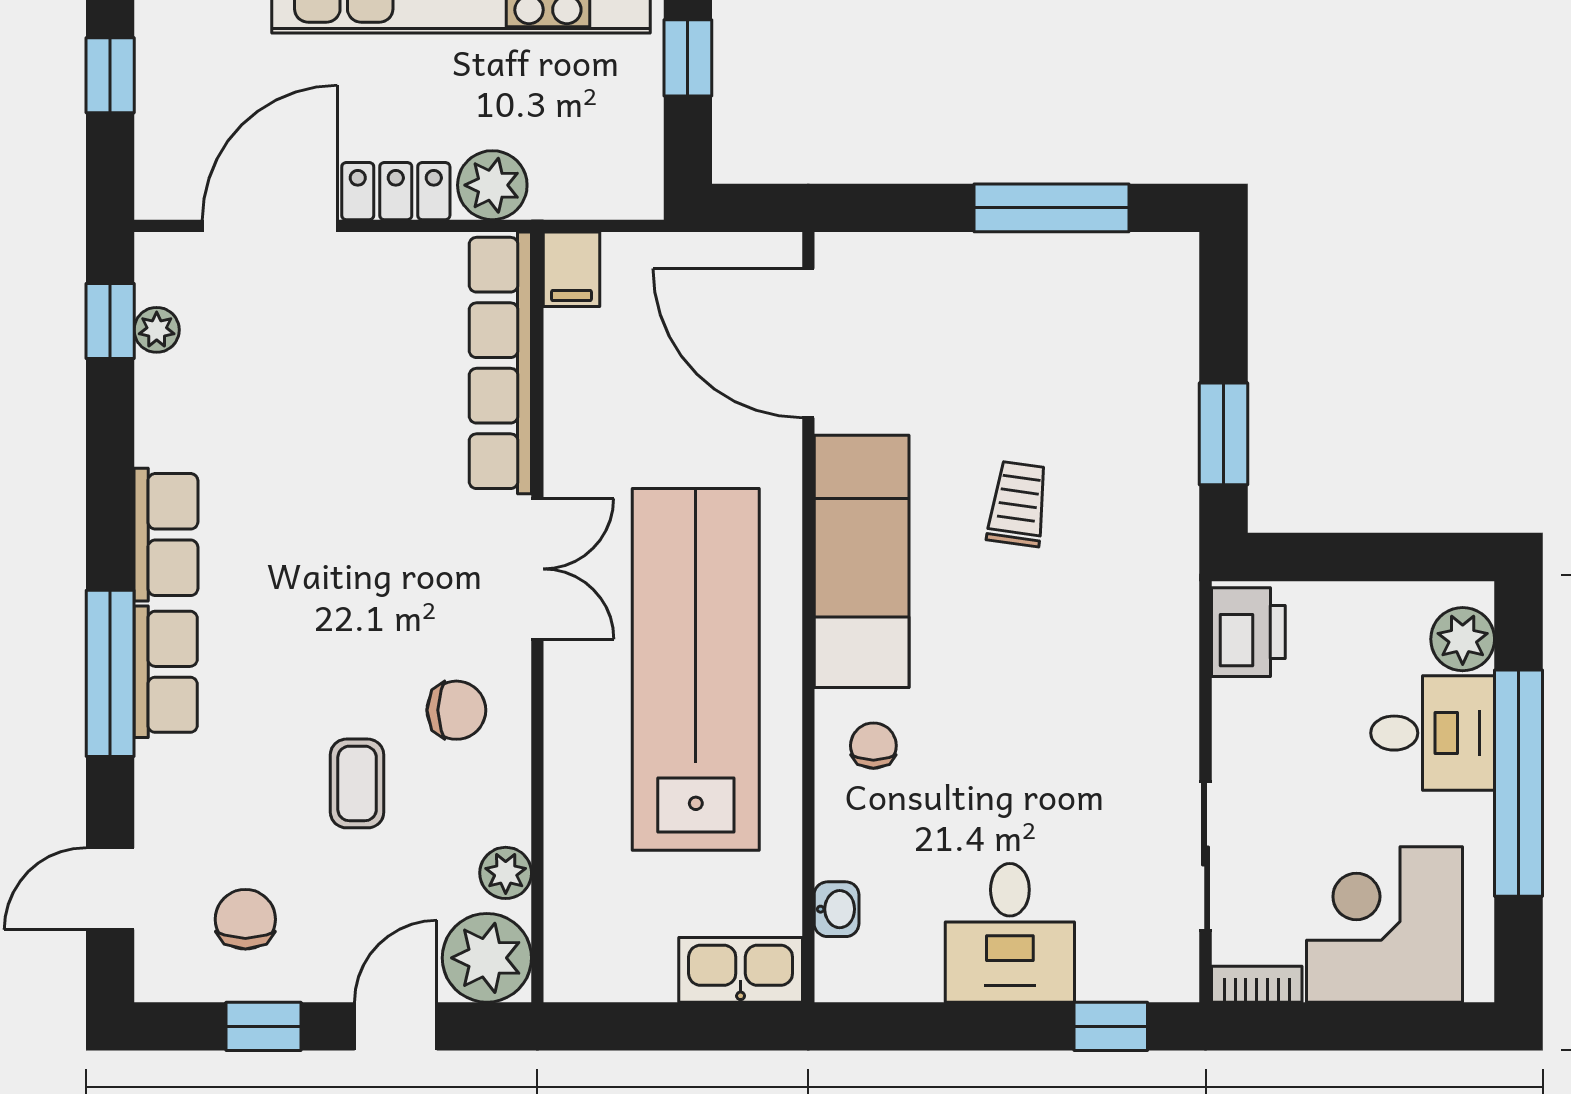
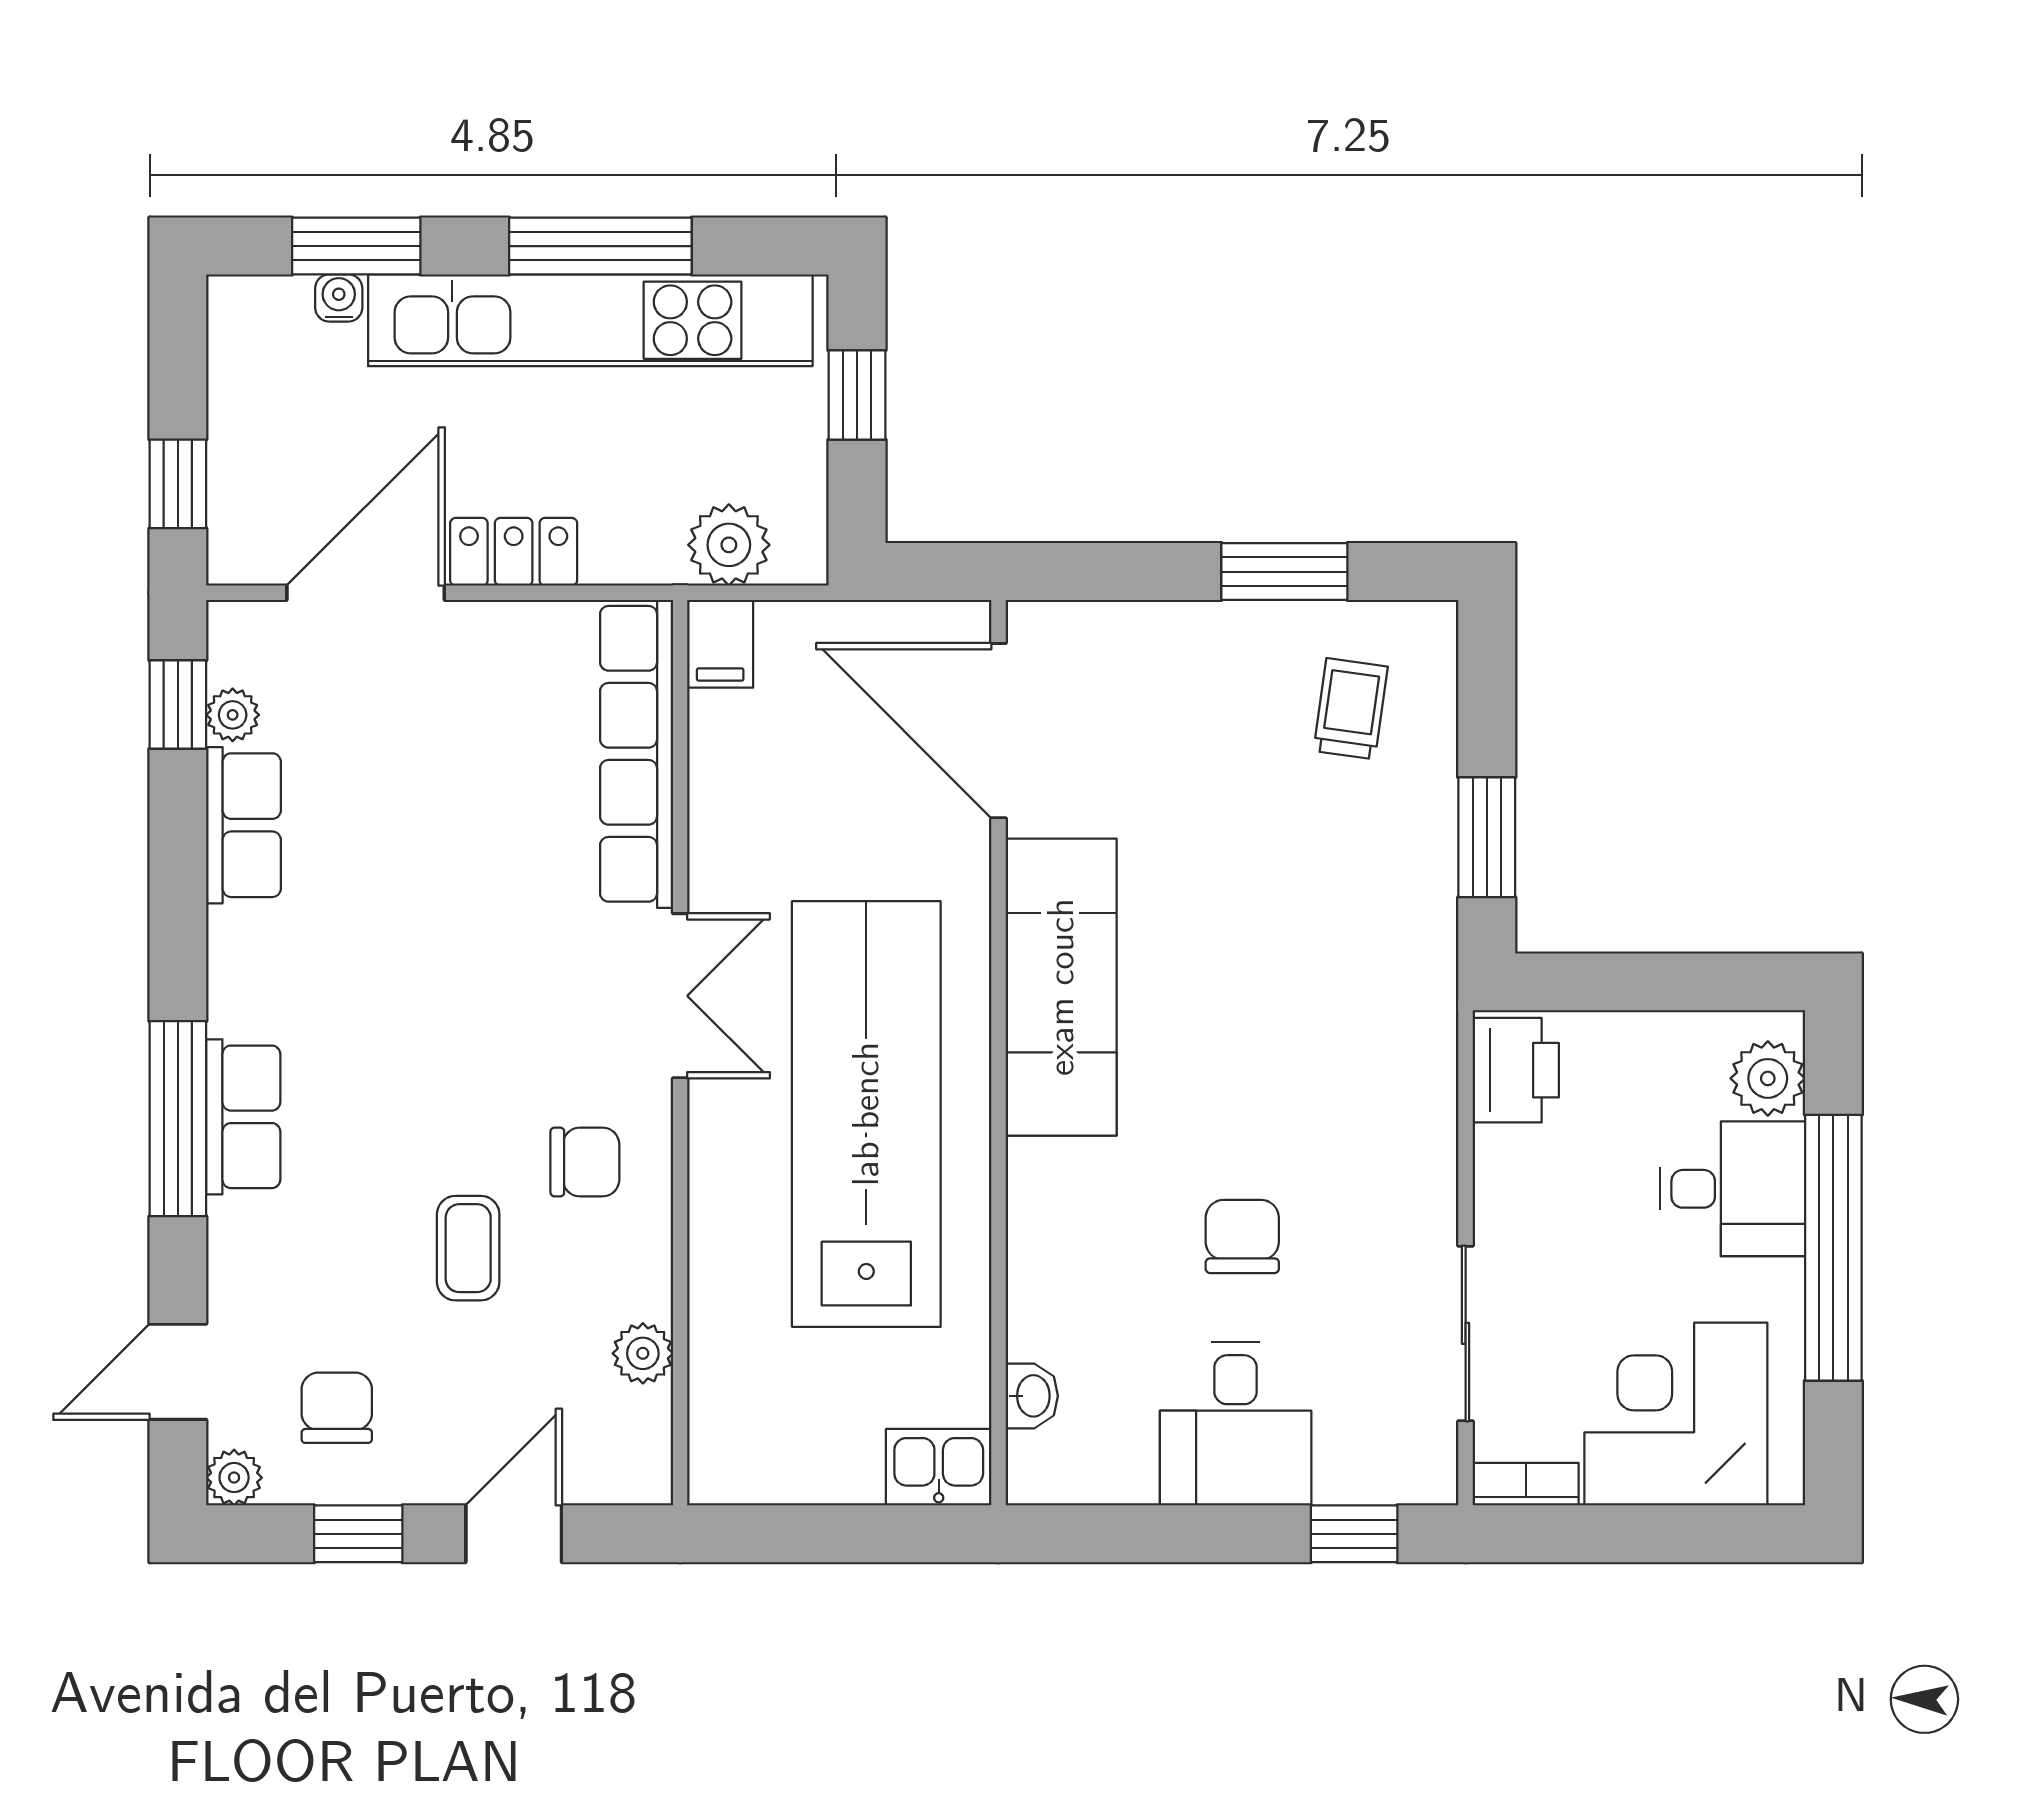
window: (110, 75) -> (178, 484), moved
plant: (492, 185) -> (729, 545), moved
window: (1051, 208) -> (1284, 572), width x0.69
trolley: (1018, 504) -> (1351, 709), moved
row of seats: (166, 535) -> (244, 825), moved
chair: (873, 746) -> (1242, 1236), moved, width x1.37, depth x1.37
plant: (487, 958) -> (234, 1478), moved, width x0.53, depth x0.53
kitchen sink: (741, 970) -> (939, 1467), width x0.73

